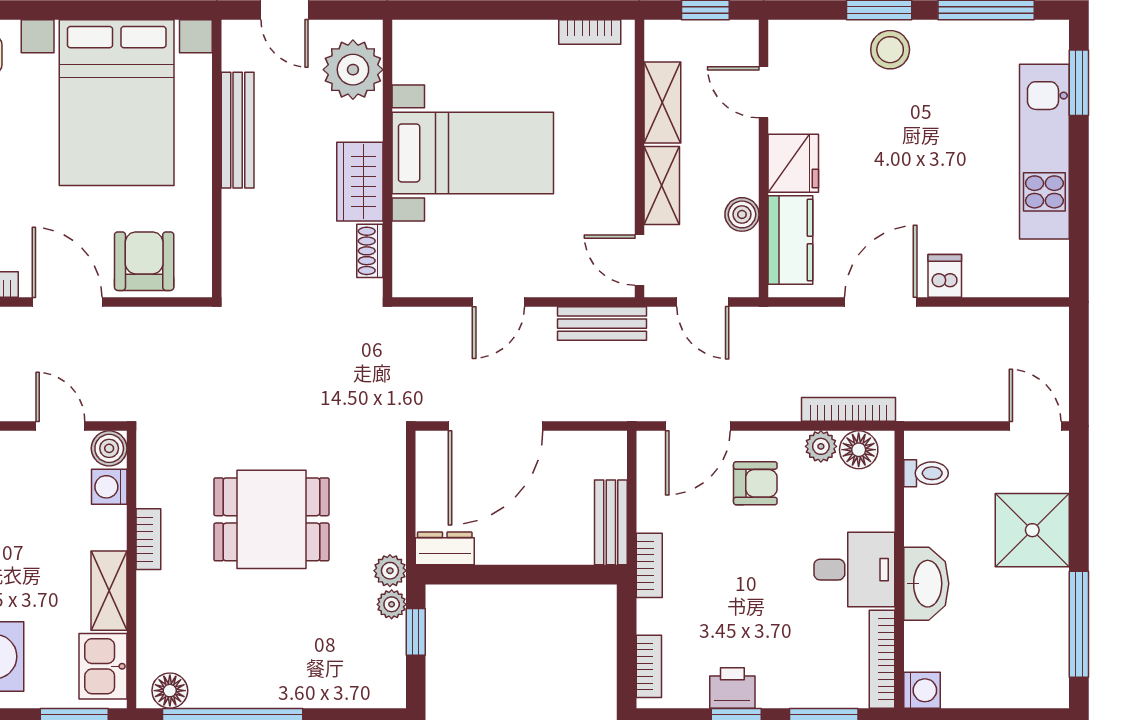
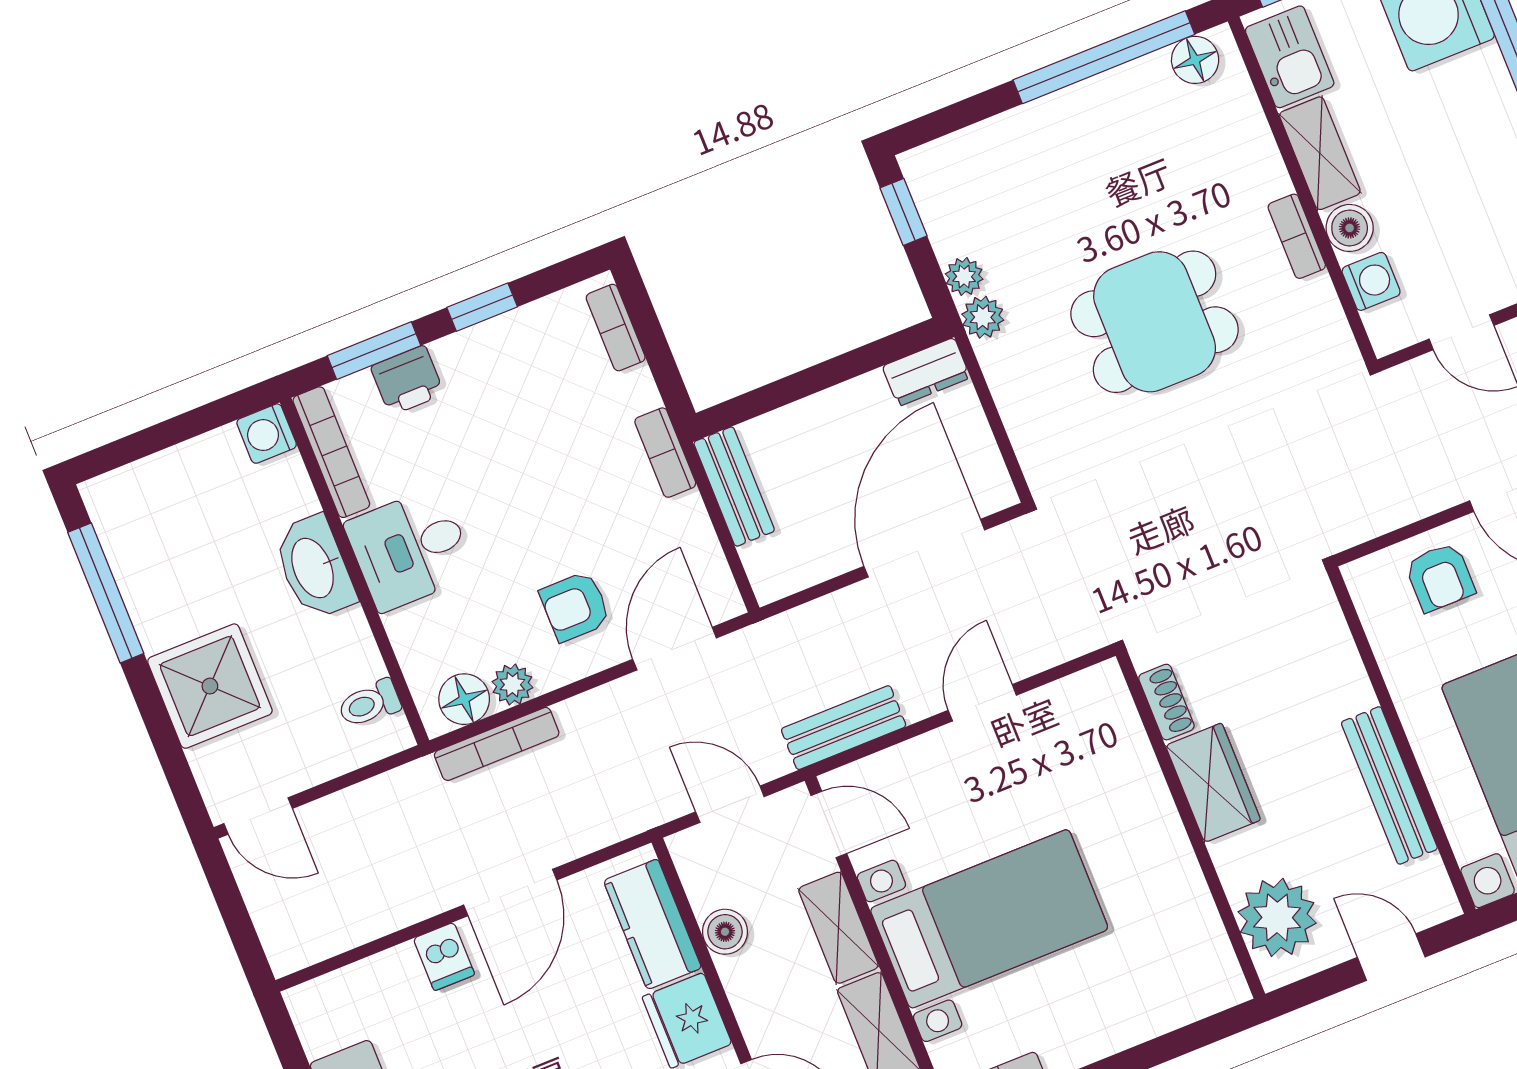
bed with nightstands: (473, 153) -> (989, 919), moved, turned 180
armchair: (144, 261) -> (1440, 577), width x0.72, depth x0.72
boiler: (109, 448) -> (1350, 228), moved
window: (416, 632) -> (904, 212), moved
printer: (732, 688) -> (407, 380), moved

